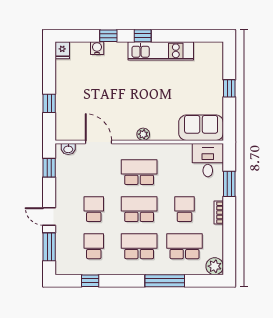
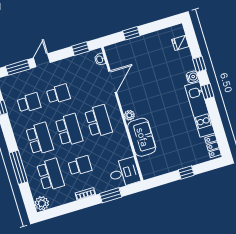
water cooler: (97, 48) -> (192, 77), moved
locker: (208, 48) -> (213, 146), added
fridge: (62, 50) -> (180, 43), moved
sofa: (201, 128) -> (142, 137), moved

